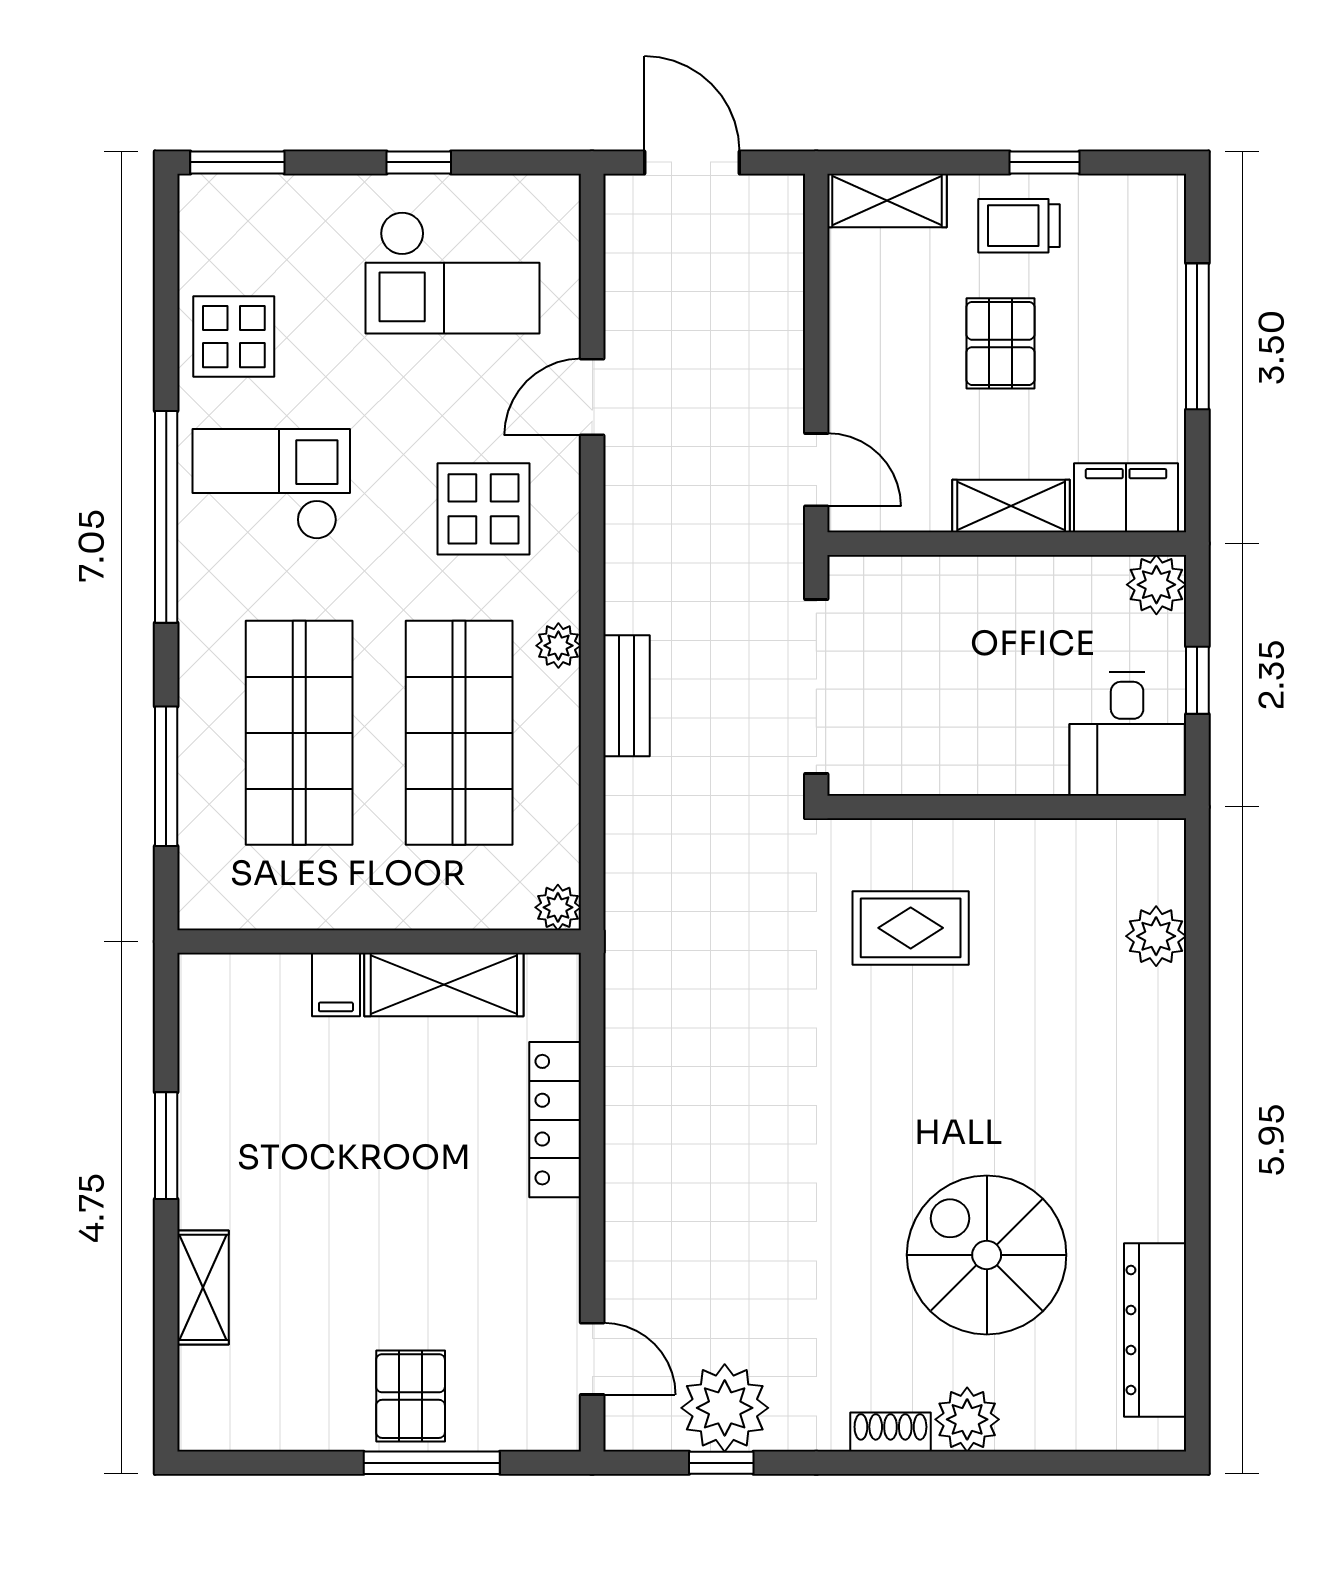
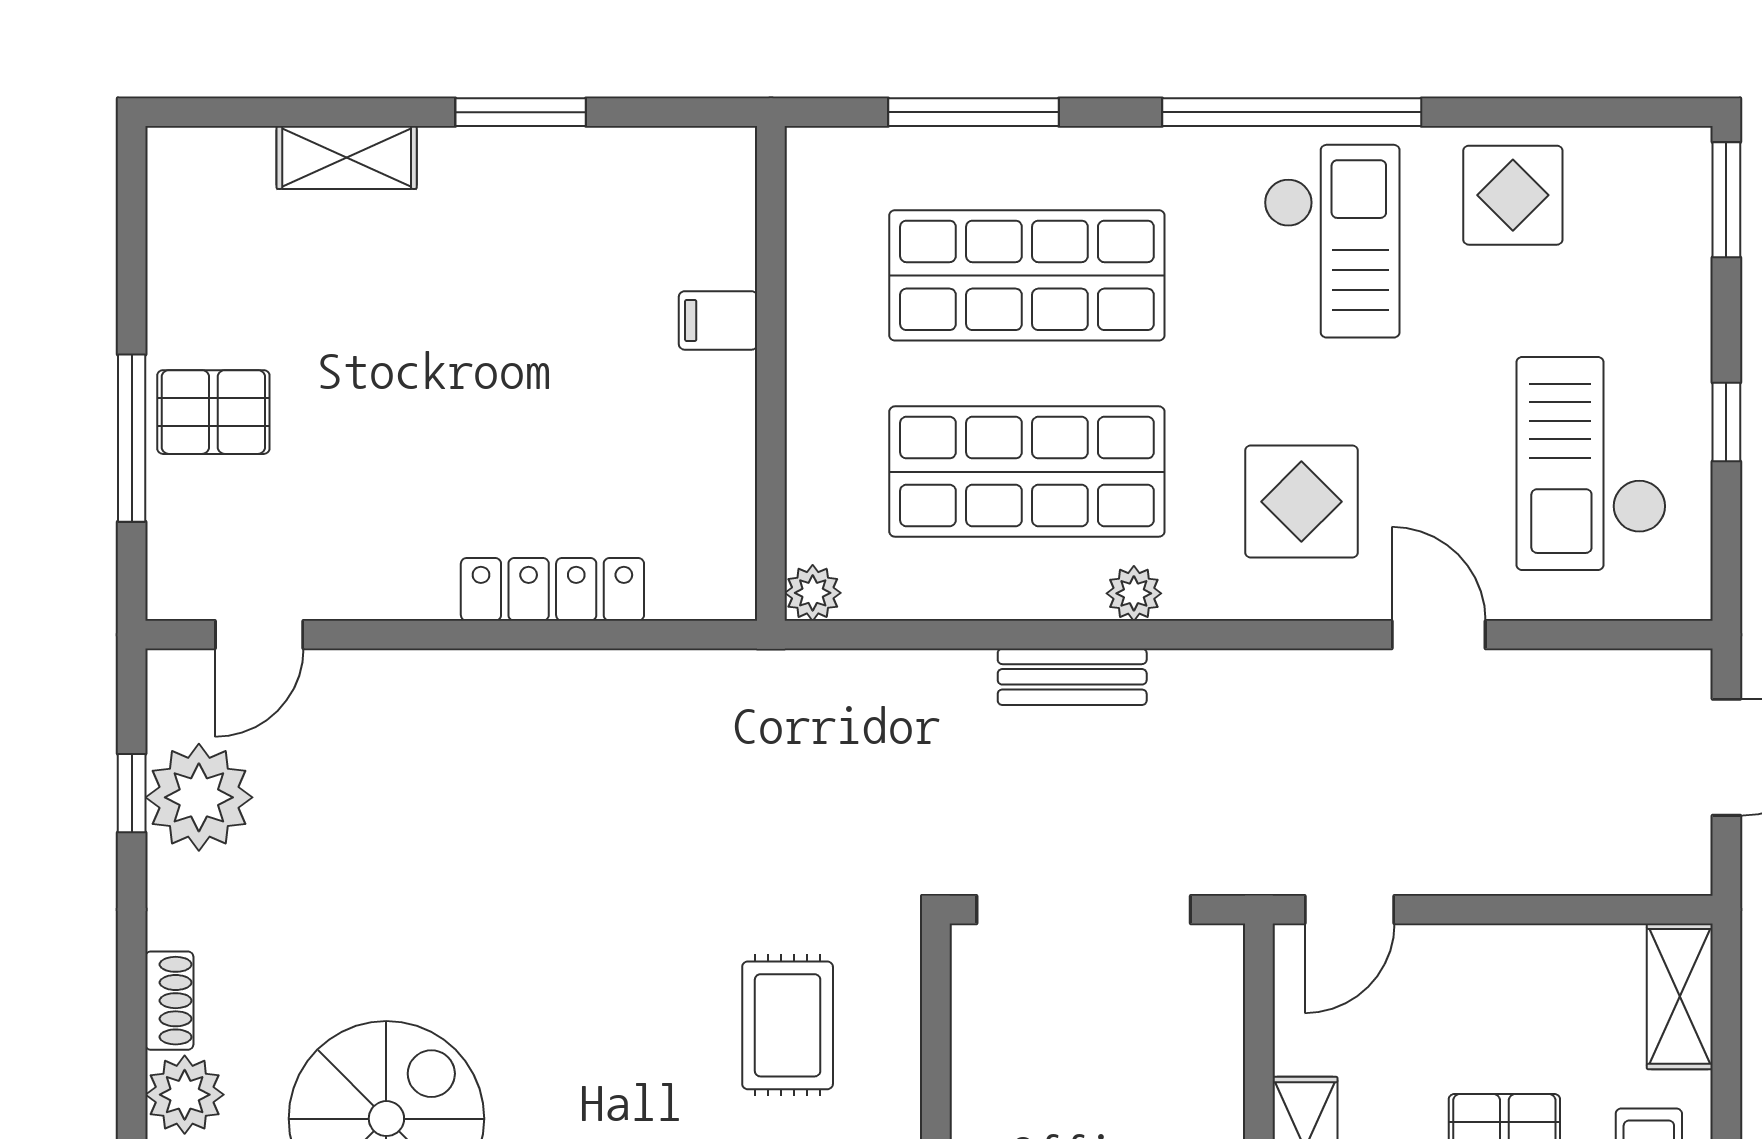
shelving: (444, 985) -> (718, 453), removed

